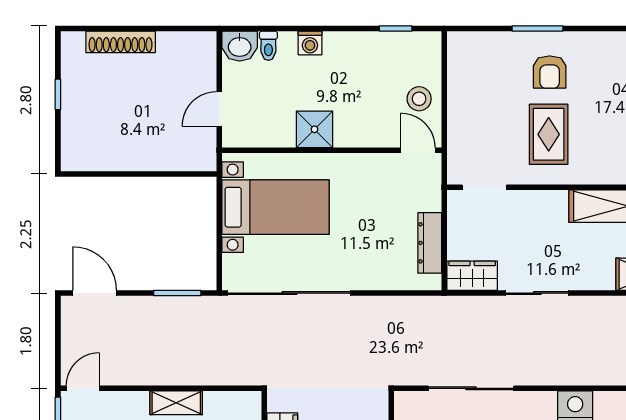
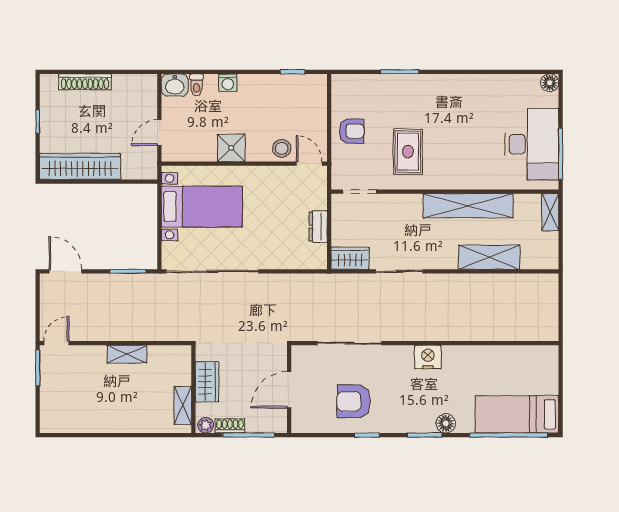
armchair: (550, 72) -> (352, 131), moved, turned -90
stool: (419, 99) -> (282, 148), moved
wardrobe: (114, 154) -> (80, 166), added
dresser: (430, 243) -> (318, 227), width x0.70

